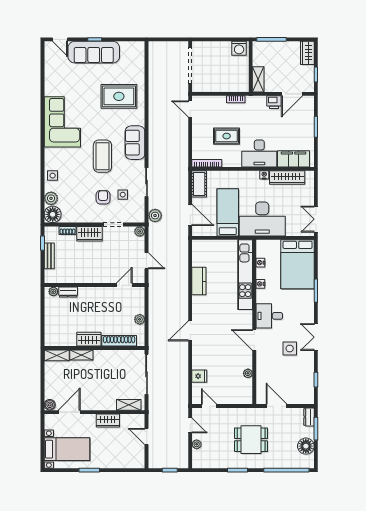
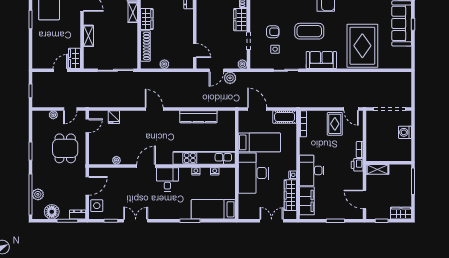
washing machine: (239, 48) -> (405, 132), moved
rug: (119, 96) -> (362, 46), width x1.37, depth x1.44
printer: (274, 102) -> (357, 165), moved
door: (190, 109) -> (351, 109), swing flipped
rug: (227, 136) -> (335, 124), moved
door: (190, 215) -> (257, 109), swing flipped
plant: (155, 216) -> (230, 78), moved
double door: (316, 219) -> (272, 221), moved
bed: (298, 264) -> (213, 209), width x0.67
kitchen counter: (199, 281) -> (198, 117), width x1.50
double door: (316, 337) -> (136, 221), moved
side table: (290, 349) -> (97, 206), moved
shelving: (129, 405) -> (88, 36), moved
wardrobe: (108, 421) -> (74, 58), moved
dining table: (251, 440) -> (65, 148), moved
plant: (286, 462) -> (38, 194), added

